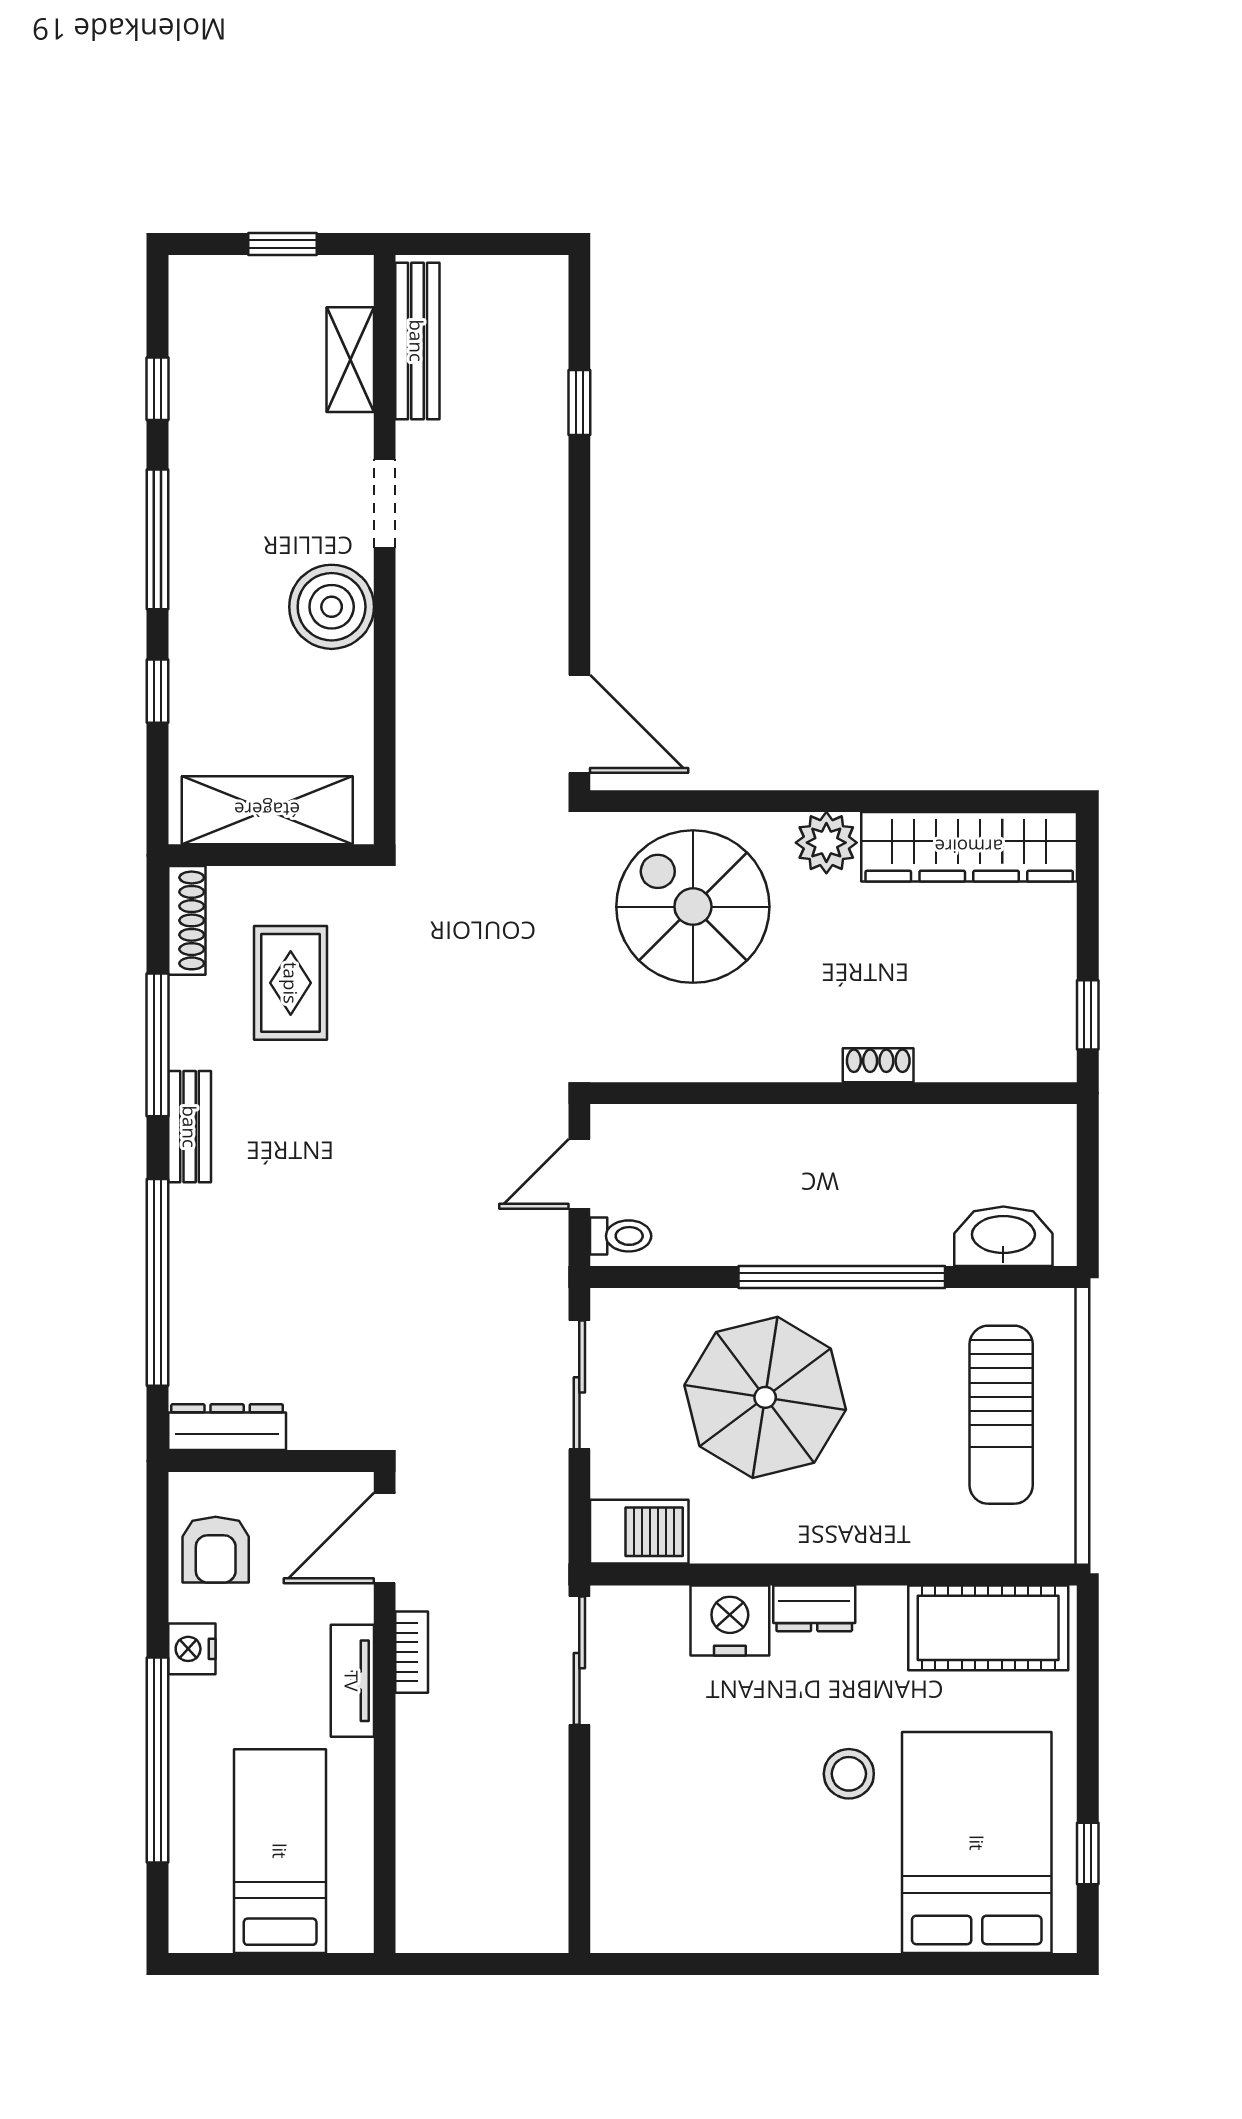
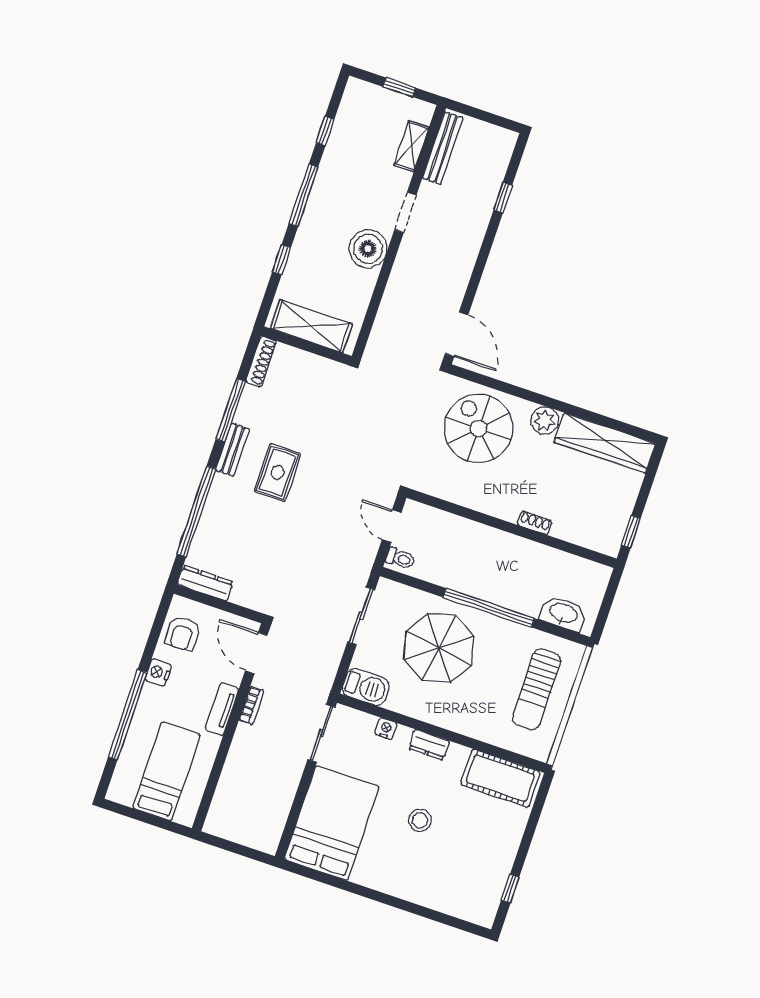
rug: (291, 983) -> (278, 472), moved
door: (579, 1174) -> (392, 526), hinge flipped
door: (385, 1538) -> (256, 653), hinge flipped
nightstand: (730, 1620) -> (386, 729), width x0.53, depth x0.56
bed: (977, 1843) -> (332, 823), moved

